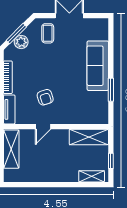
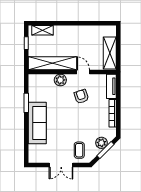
plant: (70, 117) -> (60, 80), added
door: (43, 127) -> (83, 72), hinge flipped
shelving: (89, 137) -> (52, 63), width x1.47

